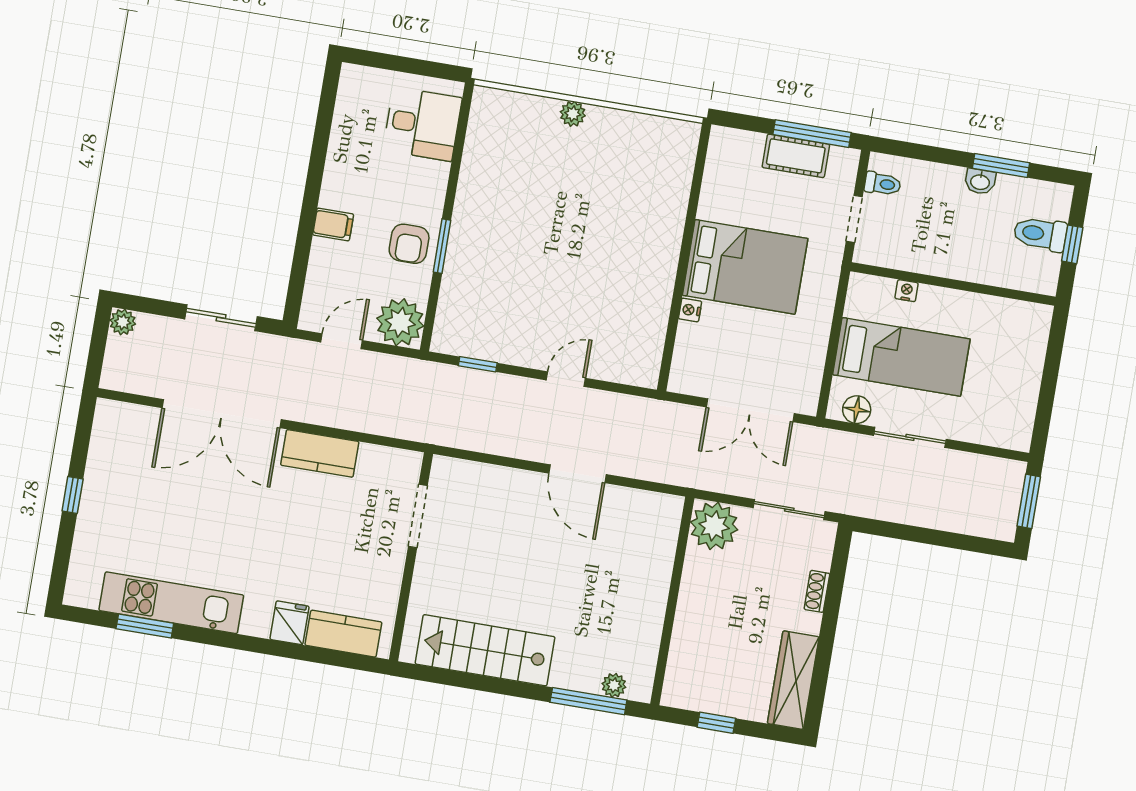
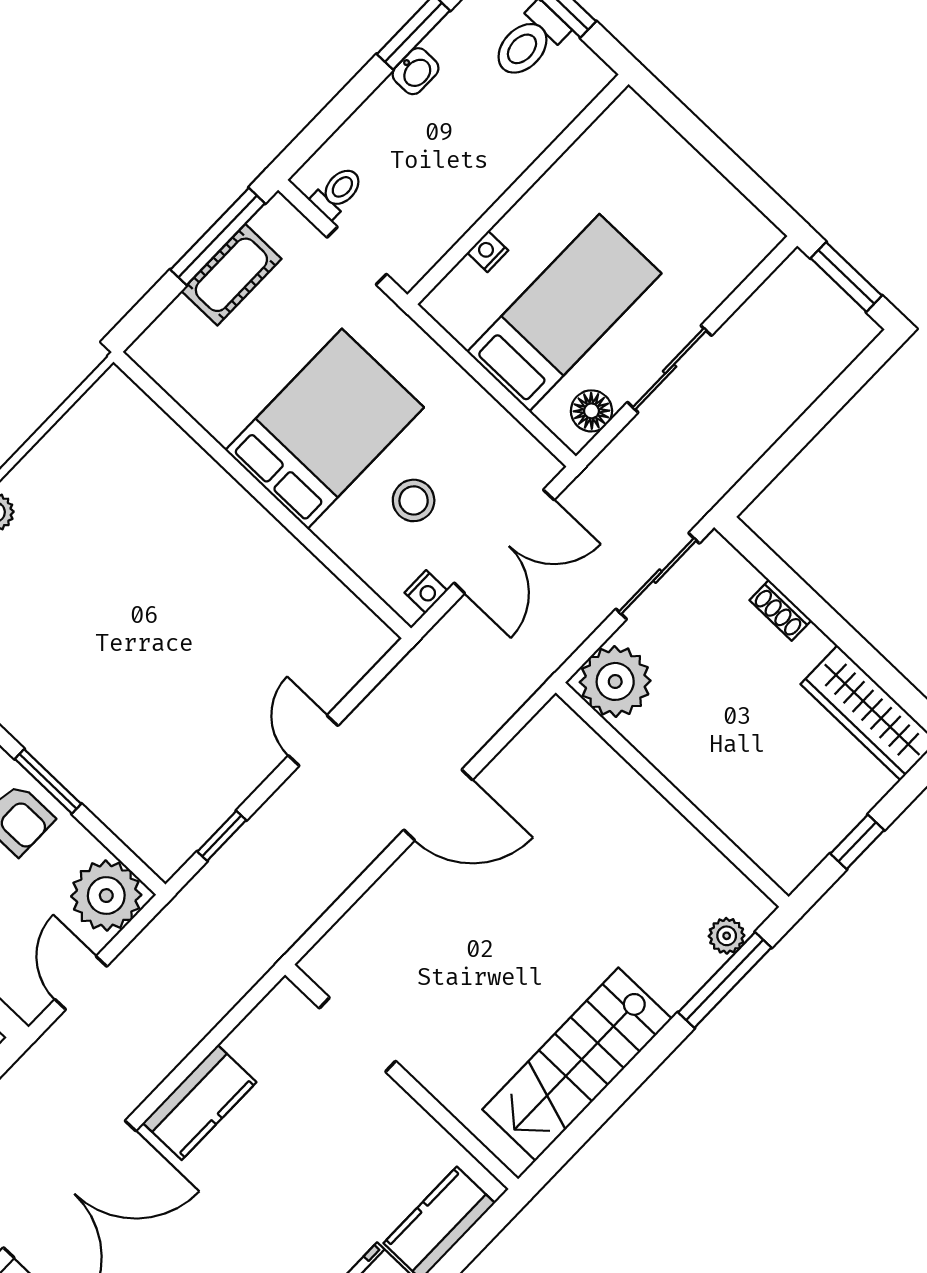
nightstand: (690, 310) -> (426, 592), moved, turned -90
stool: (739, 344) -> (414, 500), added

